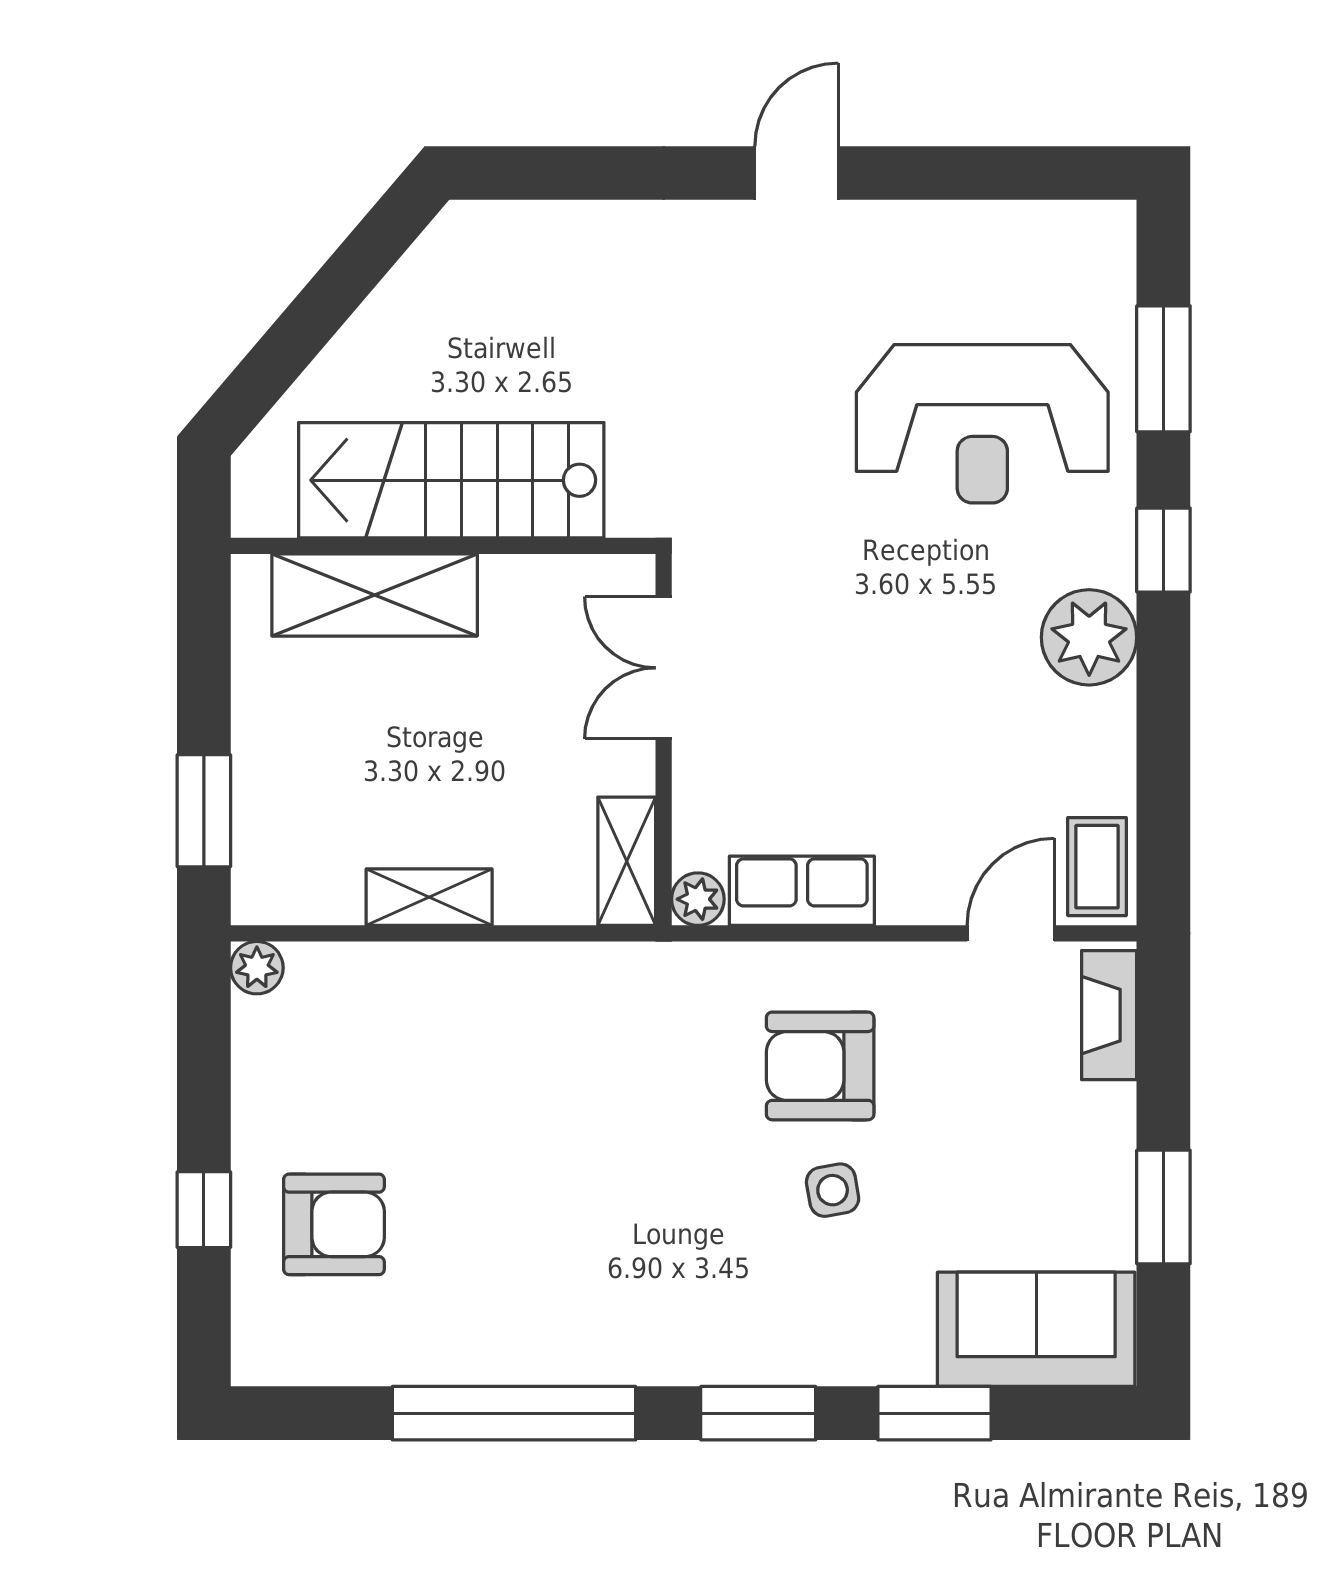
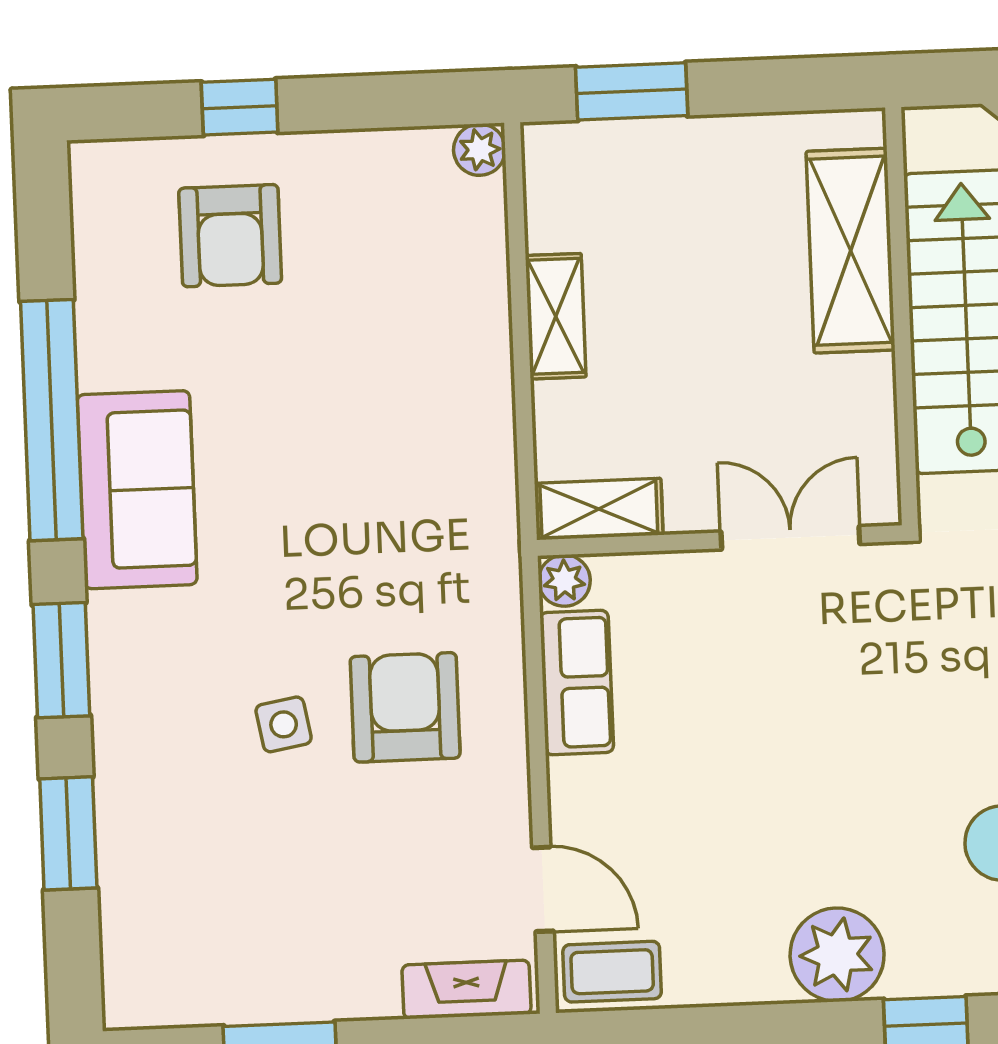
sofa: (1036, 1329) -> (137, 490), moved

